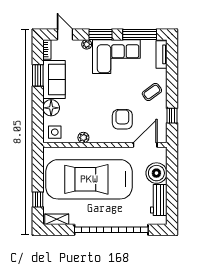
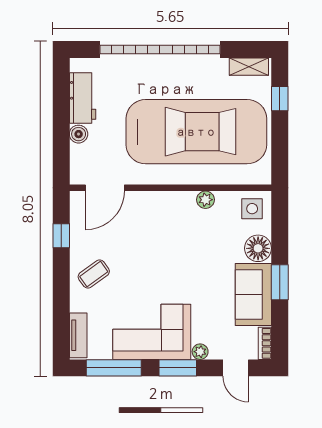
window: (38, 75) -> (280, 282), moved
armchair: (122, 119) -> (142, 230), removed
boiler: (156, 173) -> (79, 134), width x0.54, depth x0.54

